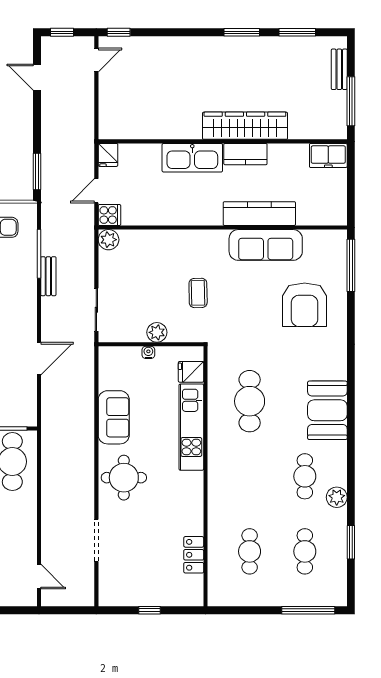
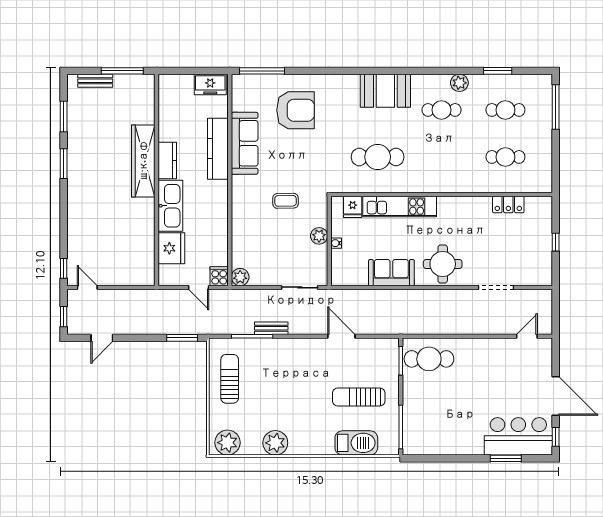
fridge: (108, 155) -> (171, 248), moved, width x1.88, depth x1.34
freezer: (328, 155) -> (210, 84), moved, turned 90

